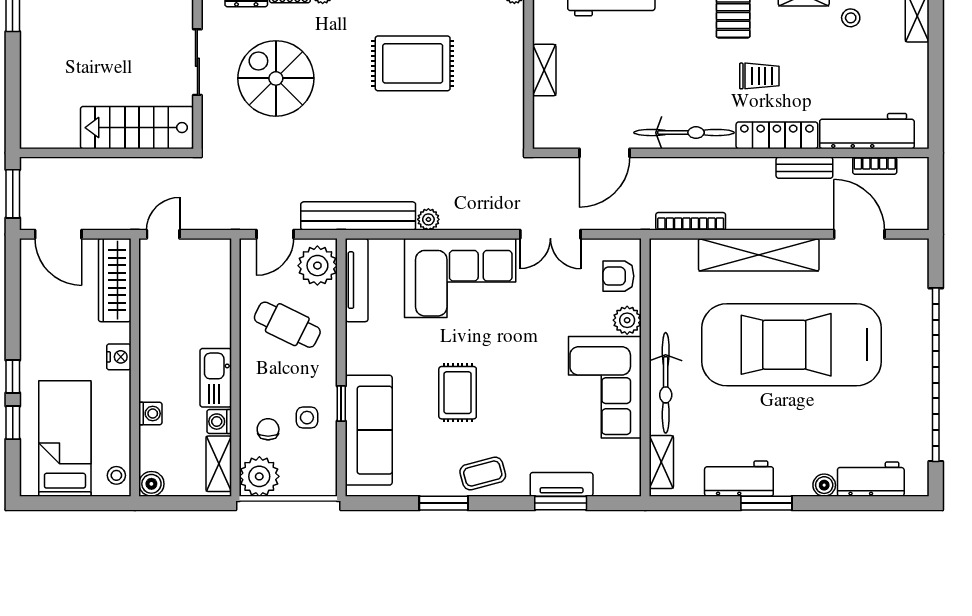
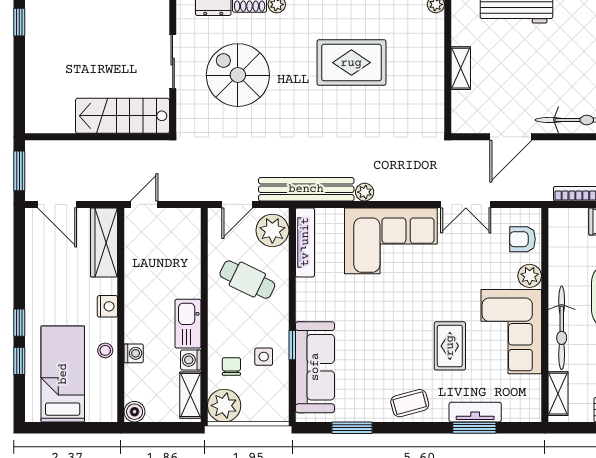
rug: (458, 393) -> (450, 346), moved
stool: (116, 475) -> (105, 350), moved
window: (444, 503) -> (352, 428), moved

